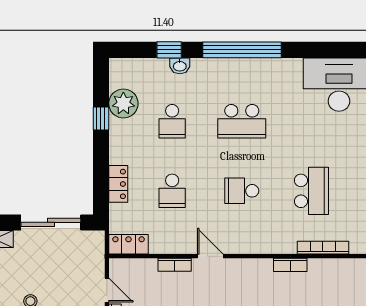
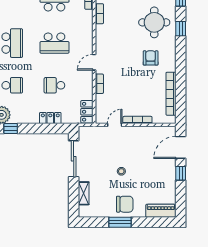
school desk: (172, 191) -> (54, 85), turned 180
school desk: (242, 191) -> (54, 43), width x1.85

